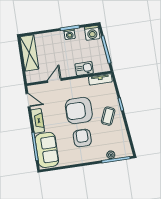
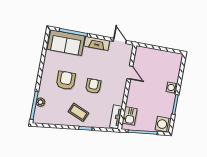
washing machine: (70, 34) -> (172, 88), moved
shelving: (29, 53) -> (165, 58), removed
kitchen sink: (84, 69) -> (130, 116), moved
door: (28, 100) -> (120, 41), swing flipped
armchair: (79, 110) -> (93, 86), width x0.53, depth x0.53
armchair: (82, 138) -> (66, 80), turned -90

